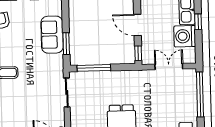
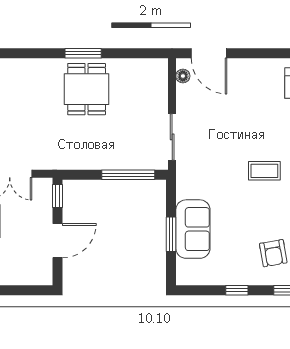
door: (137, 25) -> (57, 241), hinge flipped
window: (66, 44) -> (171, 234), moved

